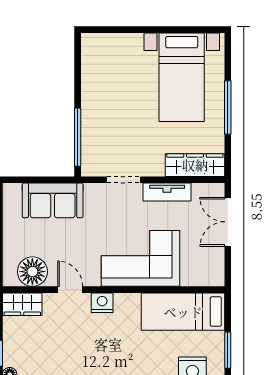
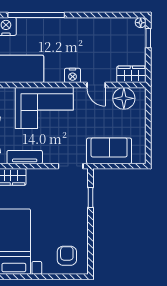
armchair: (110, 58) -> (67, 256), added
window: (78, 137) -> (91, 197), width x0.46
doorway: (124, 180) -> (71, 166), moved

